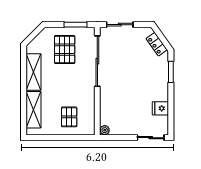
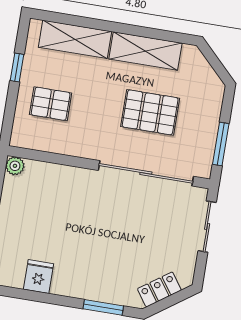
pallet: (65, 50) -> (150, 112), moved
window: (53, 138) -> (17, 68), added

